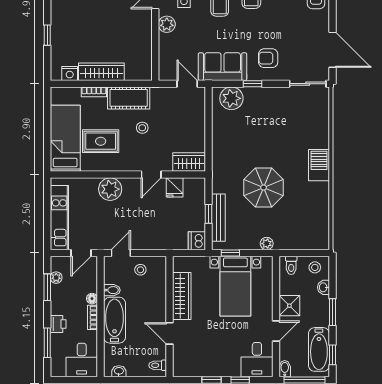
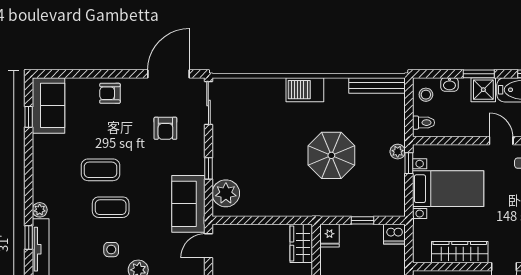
armchair: (268, 58) -> (165, 128), moved
fridge: (175, 187) -> (329, 236), moved, turned 90
bench: (218, 218) -> (377, 85), moved
window: (230, 253) -> (409, 163), moved
shower: (289, 306) -> (483, 90), moved

